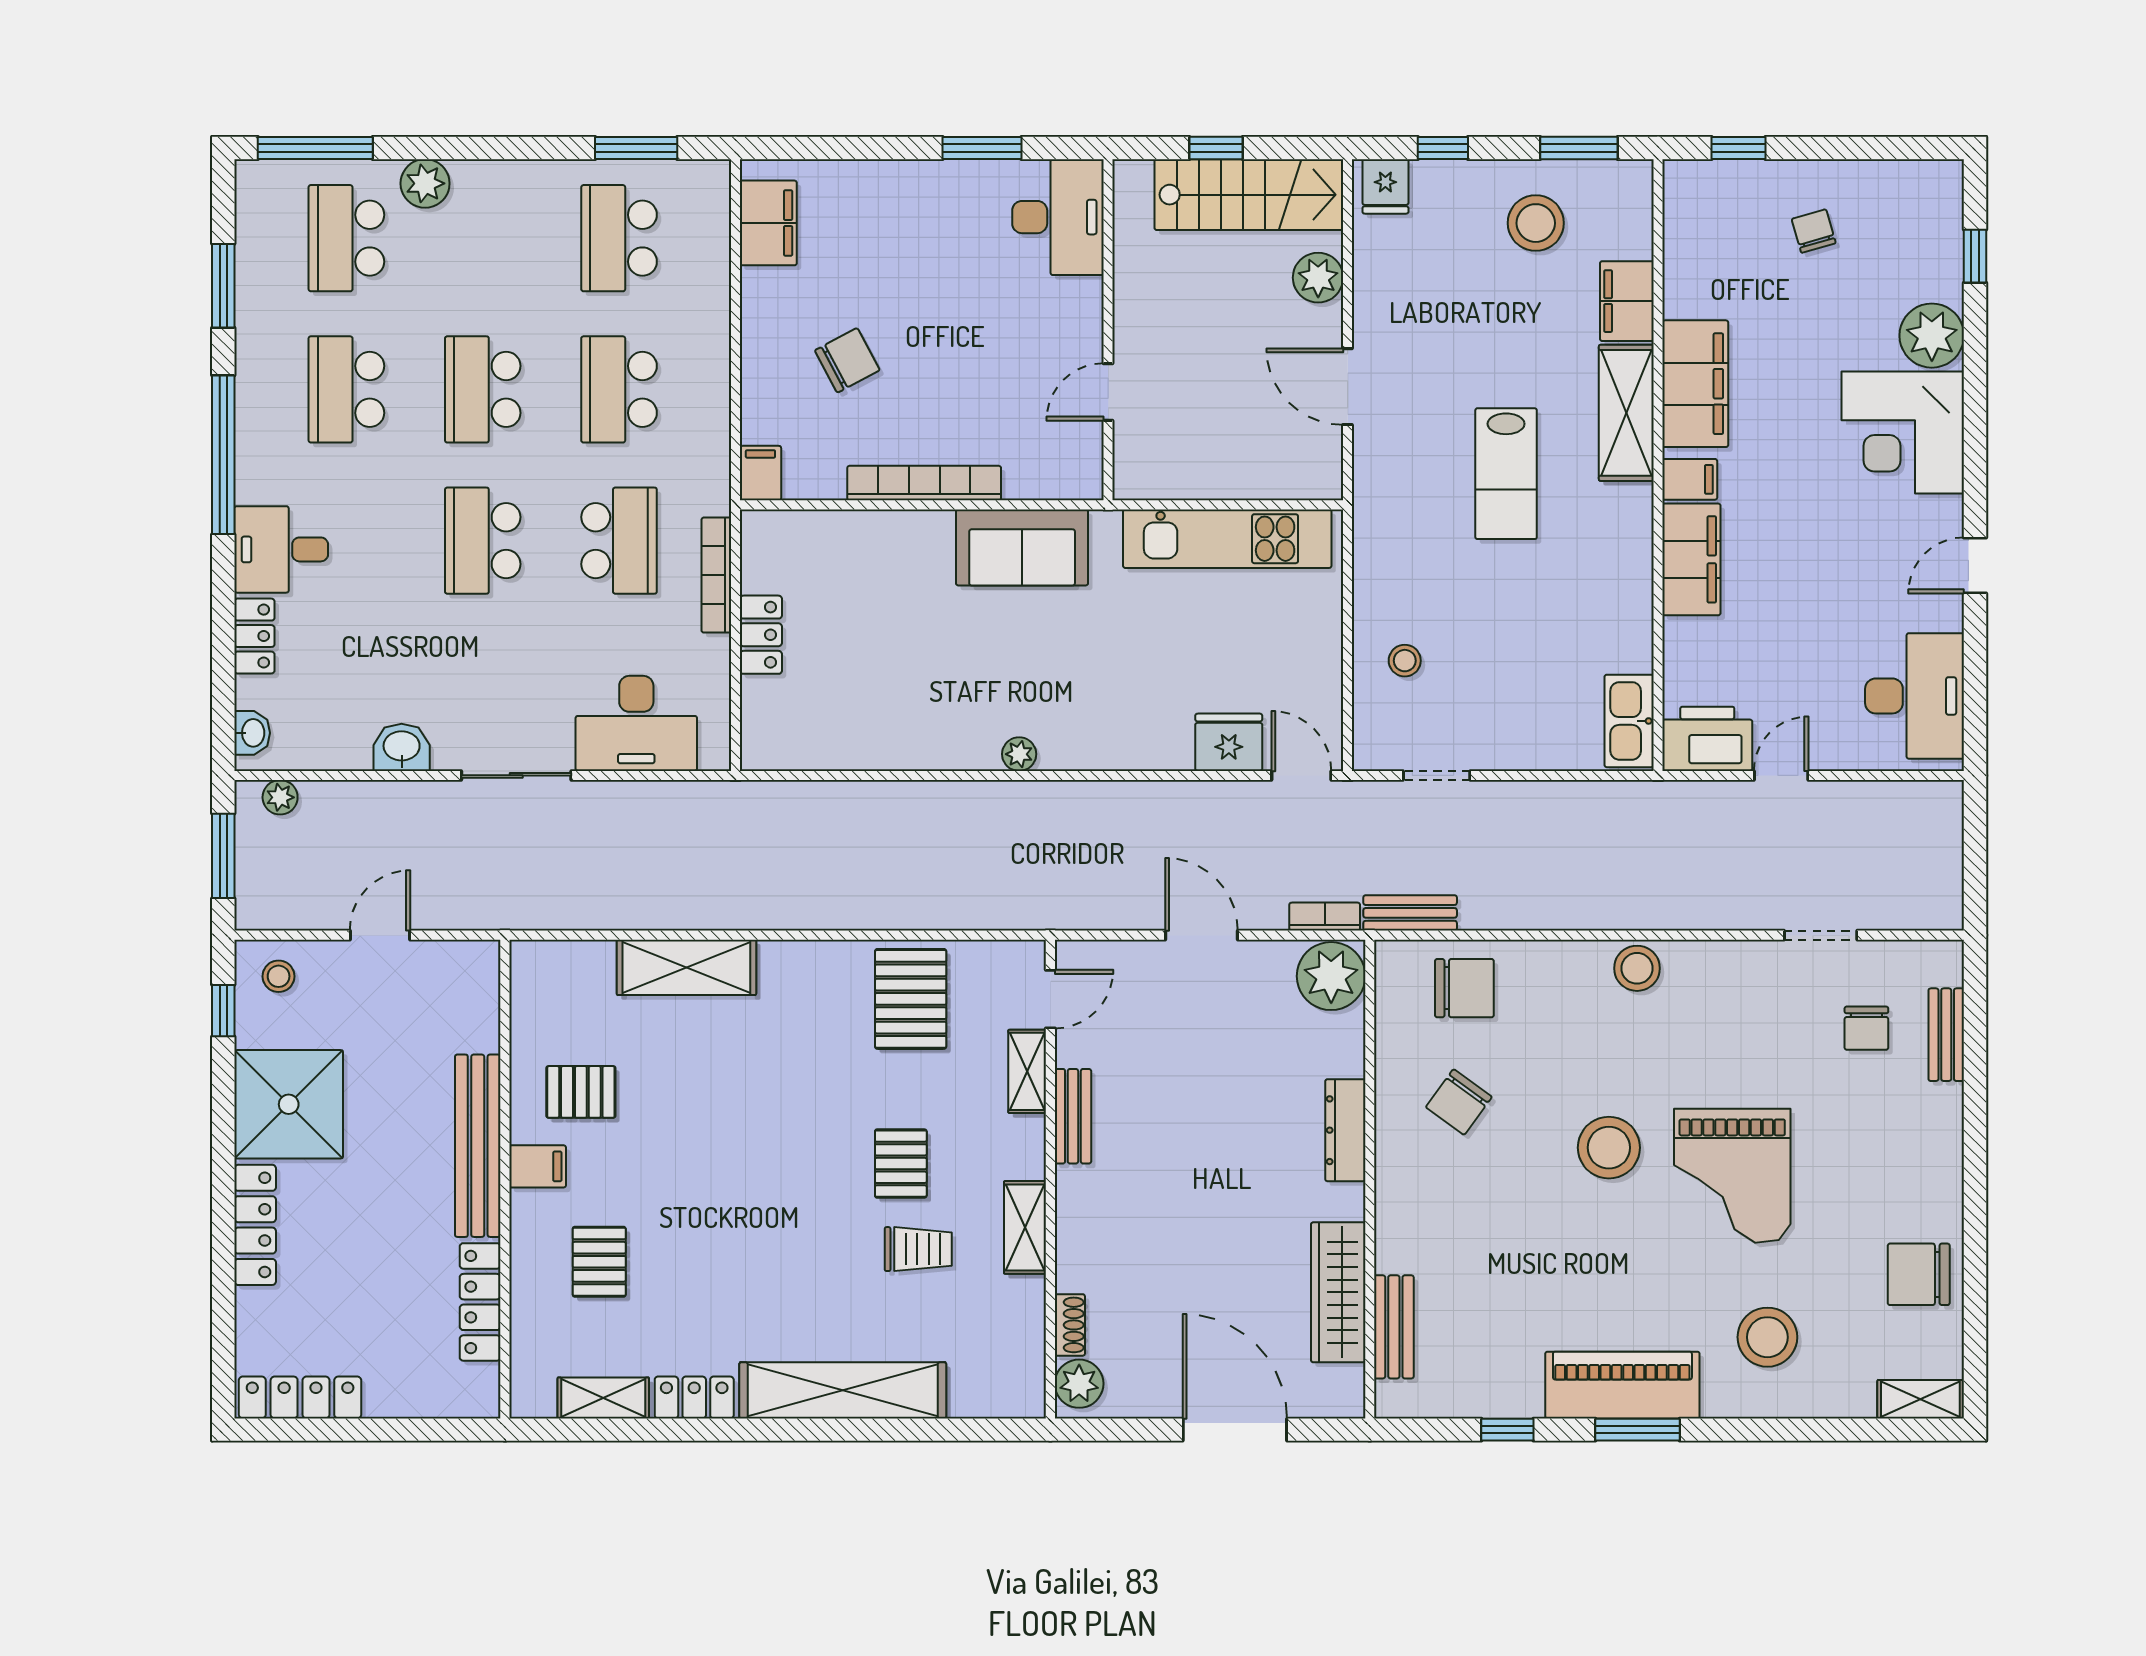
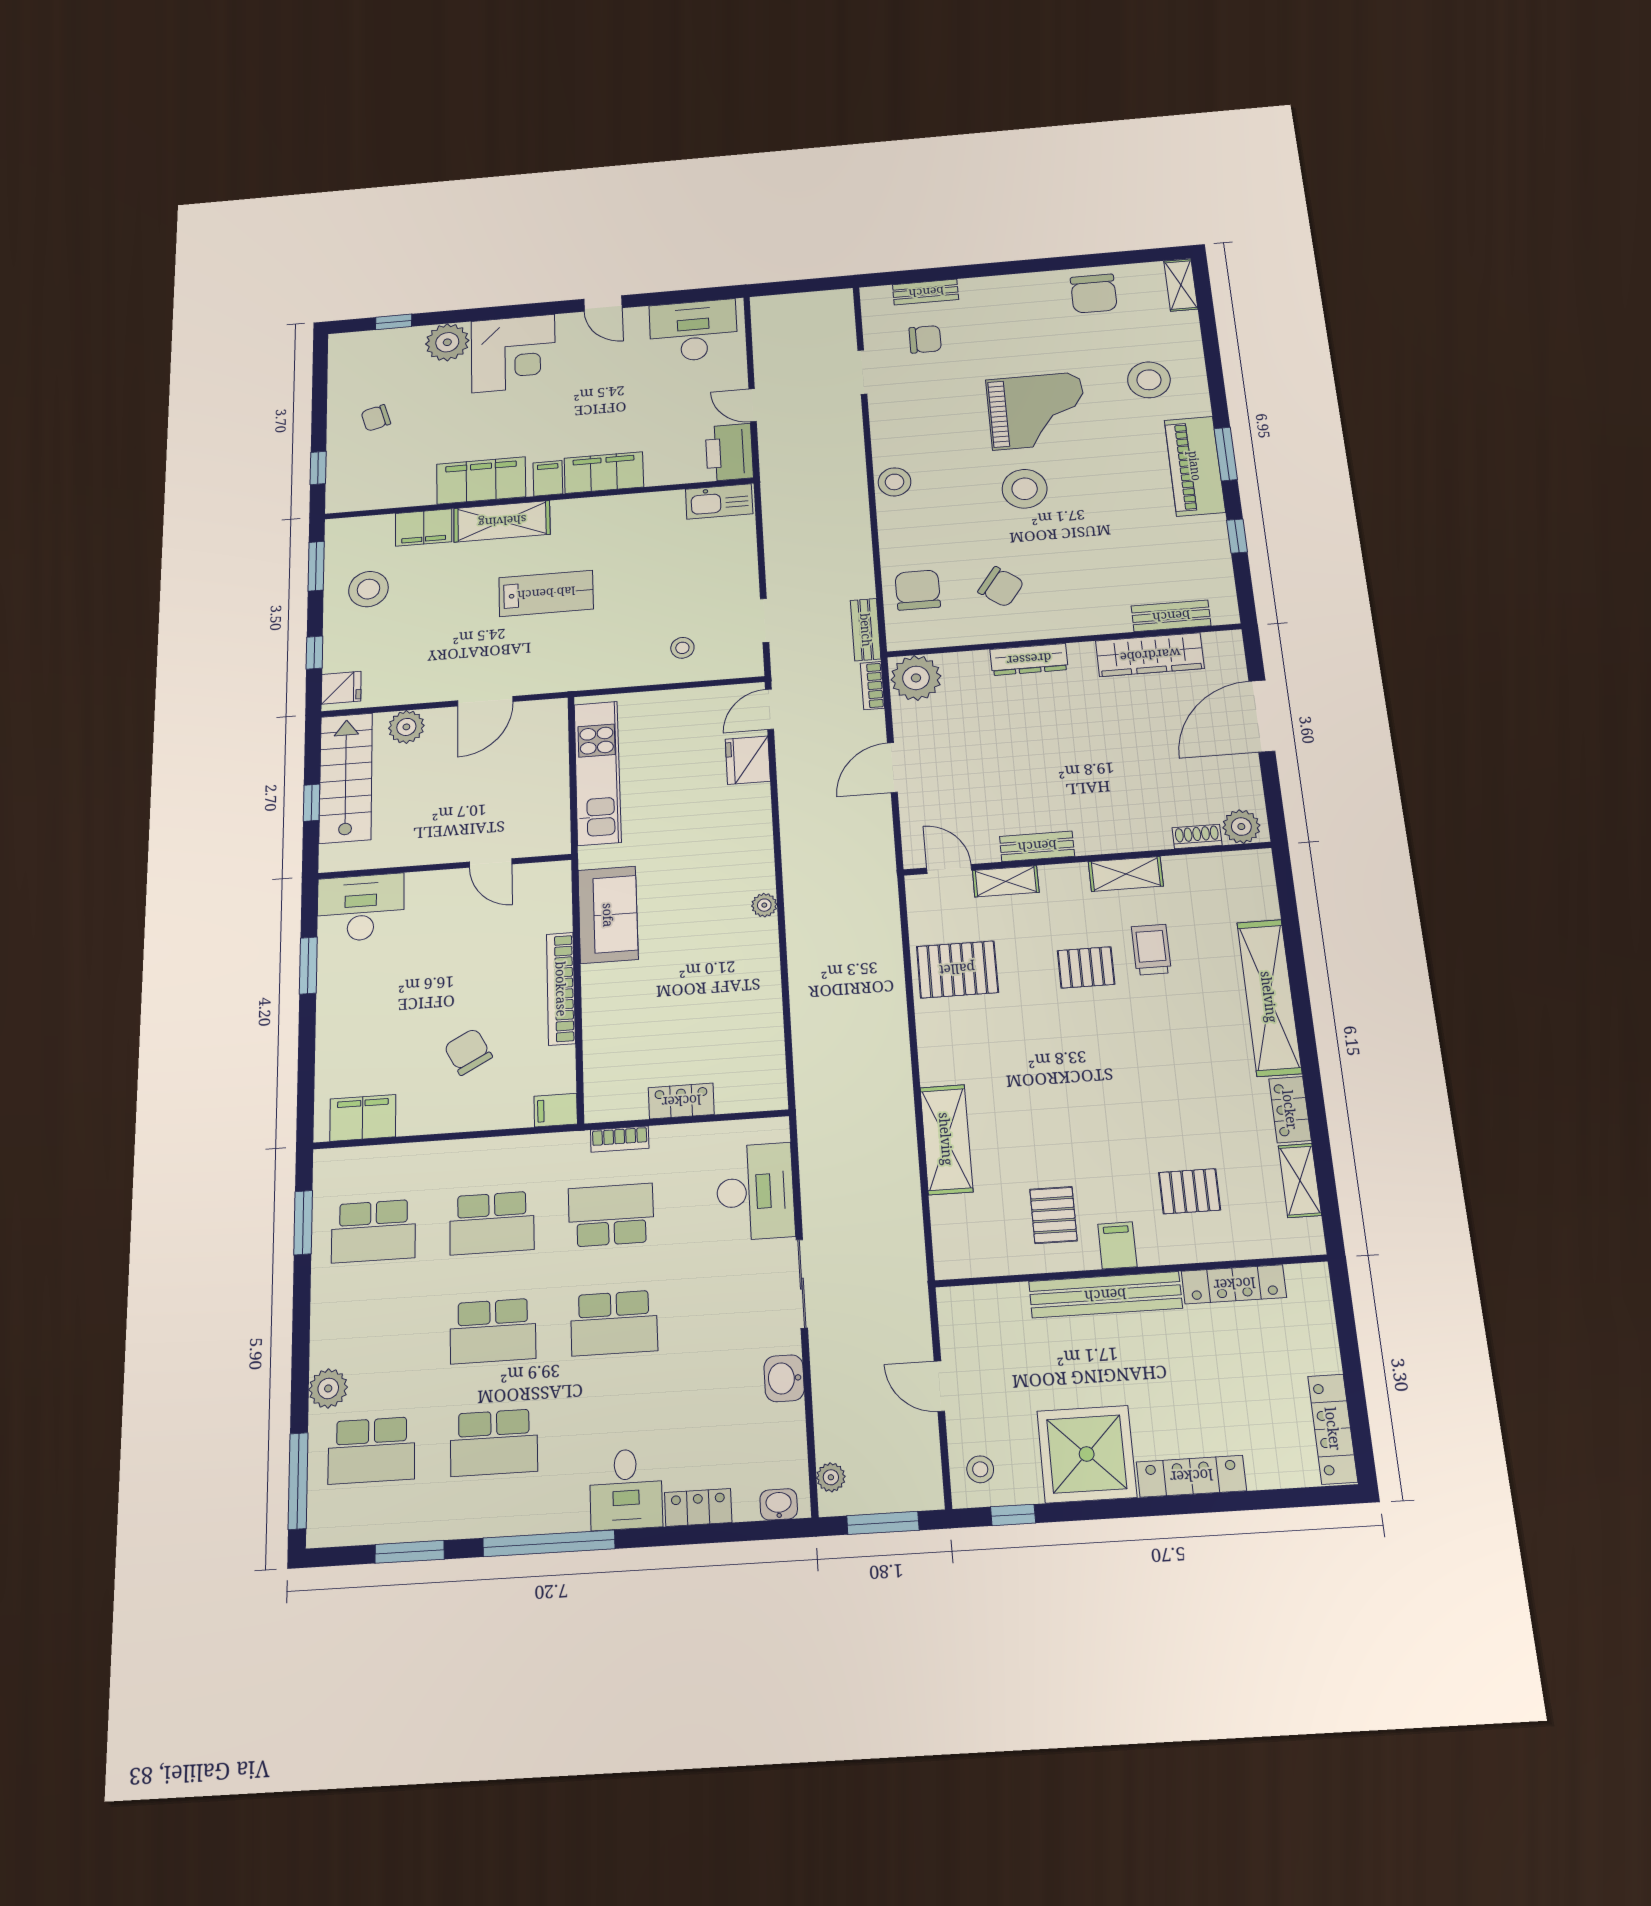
bookcase: (716, 575) -> (620, 1139), width x0.64

